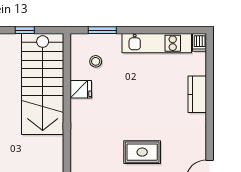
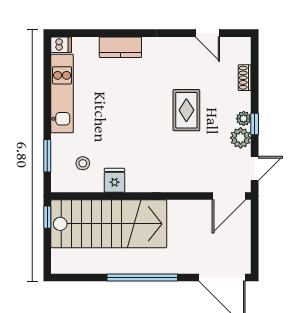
window: (25, 30) -> (47, 217), moved

